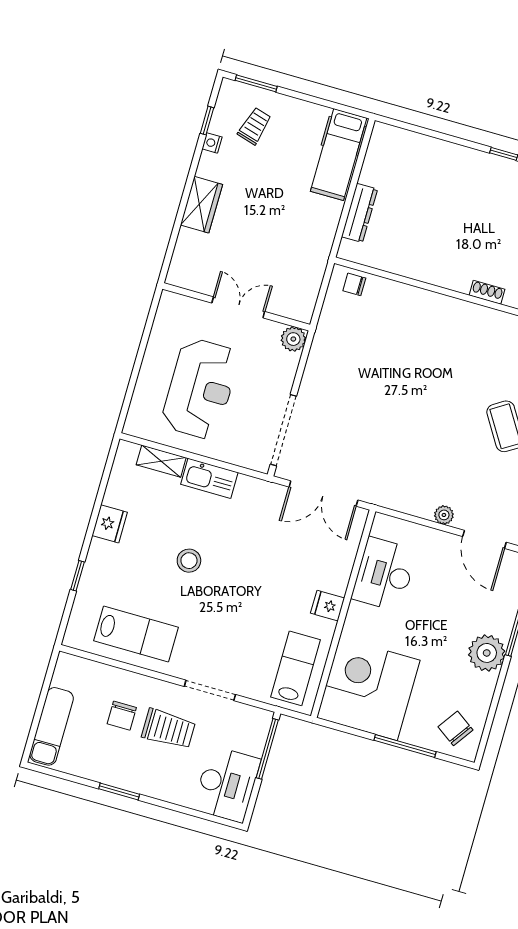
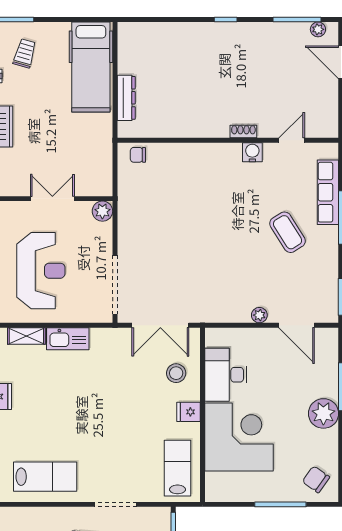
hospital bed: (339, 155) -> (91, 67), width x1.37, depth x1.29
water cooler: (491, 320) -> (252, 152), added
stool: (189, 561) -> (176, 373), moved
corner desk: (368, 689) -> (239, 437), moved, turned 90

